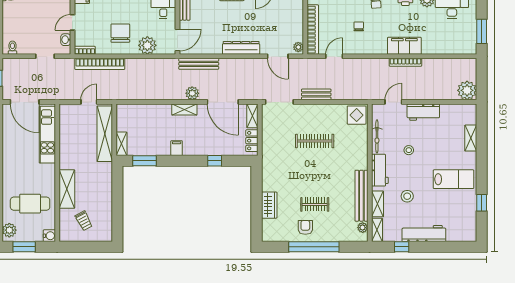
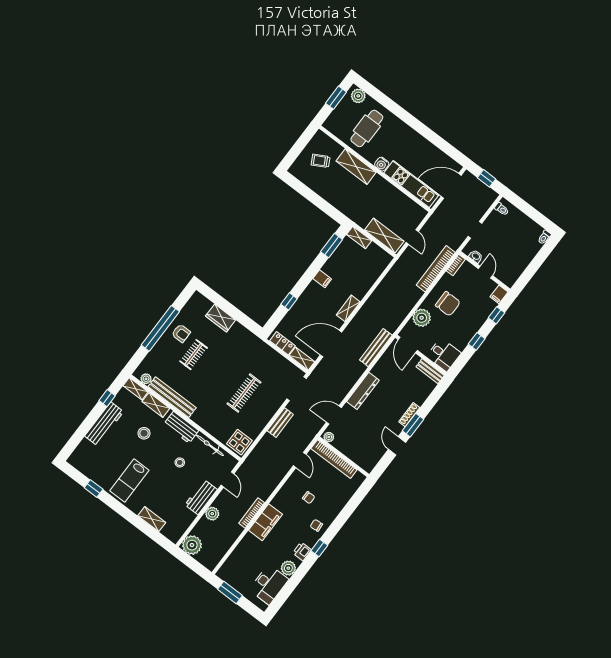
plant: (192, 93) -> (212, 514), moved
shelving: (105, 134) -> (384, 236), width x0.68
water cooler: (49, 236) -> (382, 164), moved

